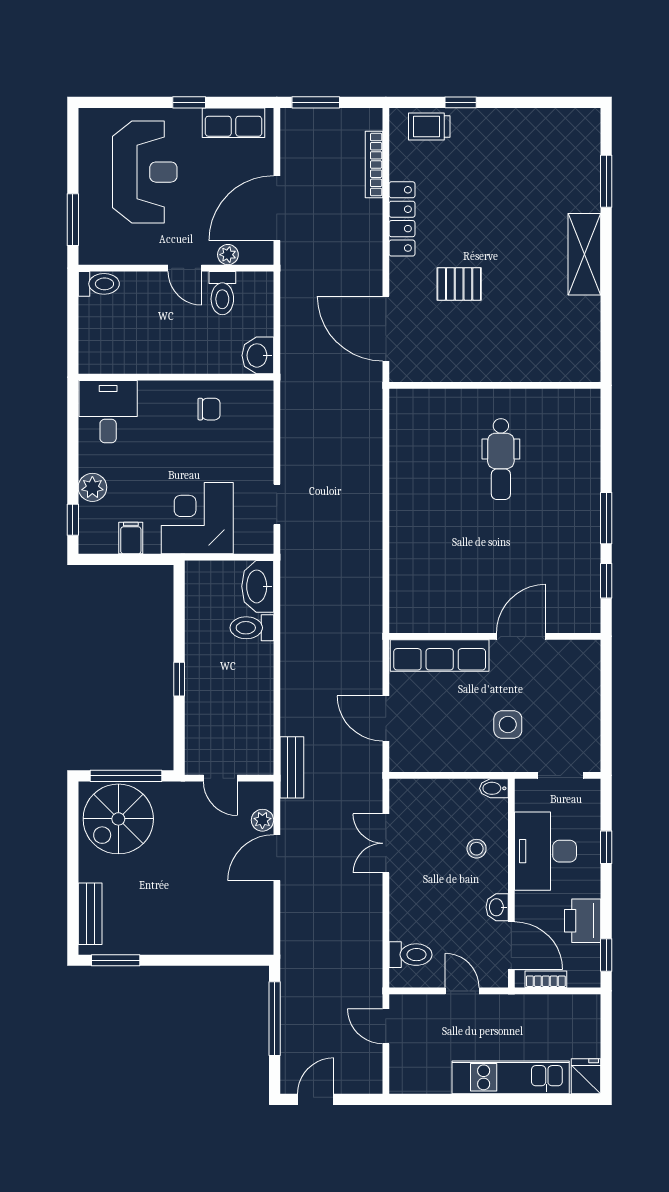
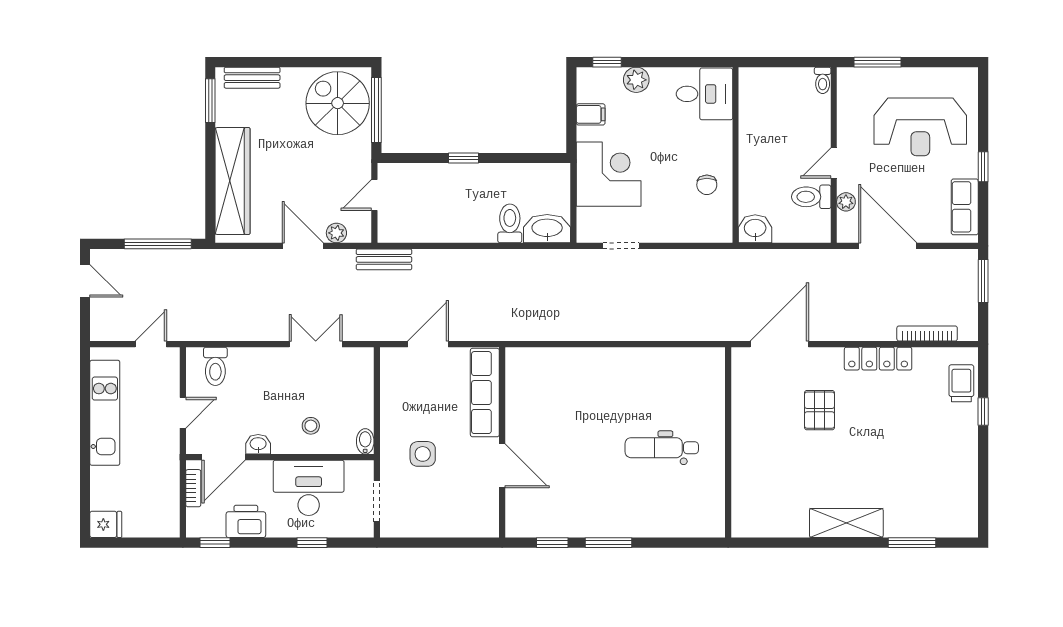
toilet: (99, 284) -> (823, 80), width x0.73, depth x0.72
wardrobe: (205, 935) -> (233, 181), added
kitchen unit: (511, 1077) -> (105, 413), moved

